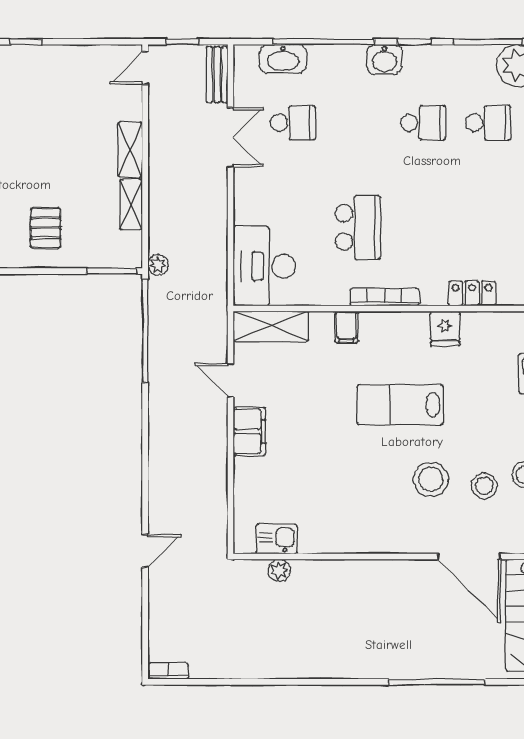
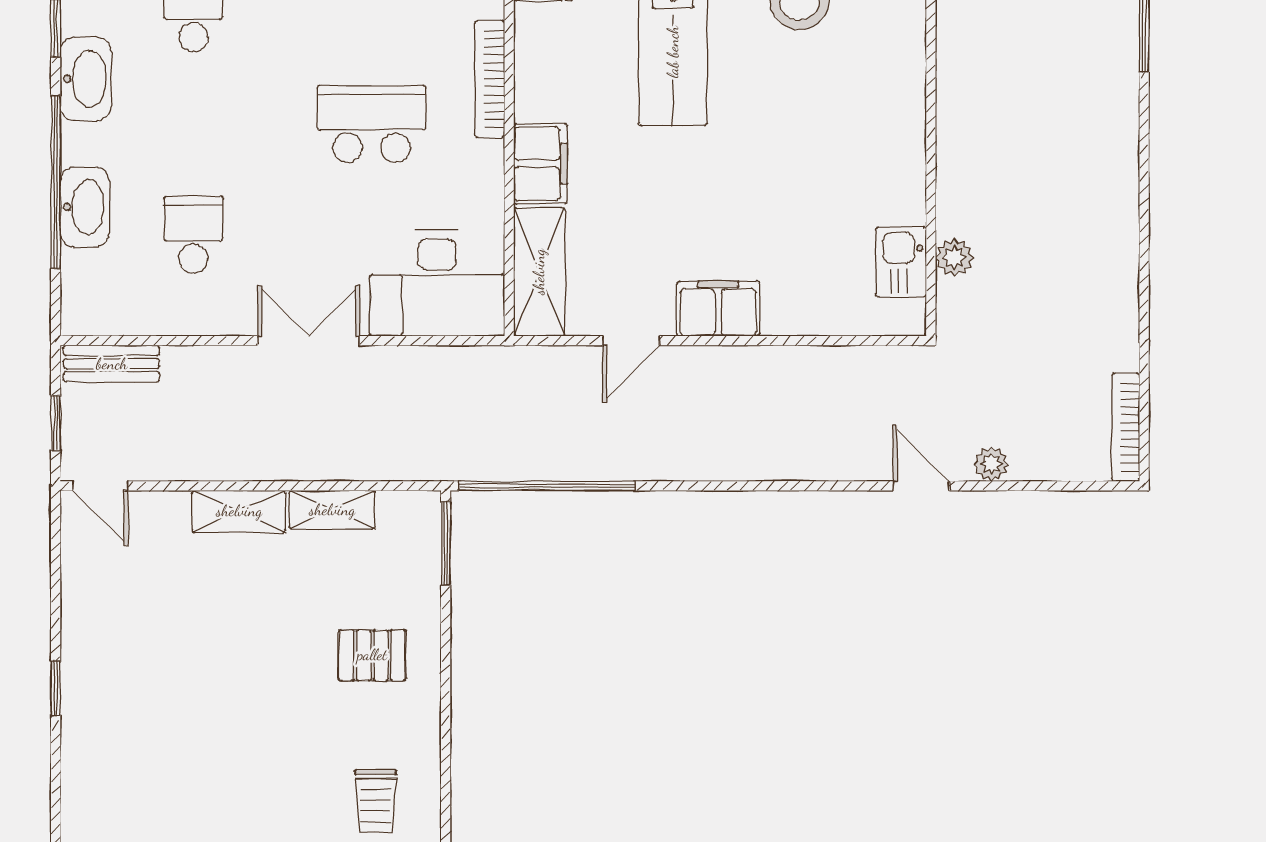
washbasin: (283, 59) -> (85, 207), moved
washbasin: (384, 59) -> (86, 79), width x1.38
double door: (230, 137) -> (309, 341), moved
plant: (158, 265) -> (991, 464), moved
filing cabinet: (346, 327) -> (541, 164), width x2.00
bookcase: (168, 671) -> (1126, 427), width x1.56

